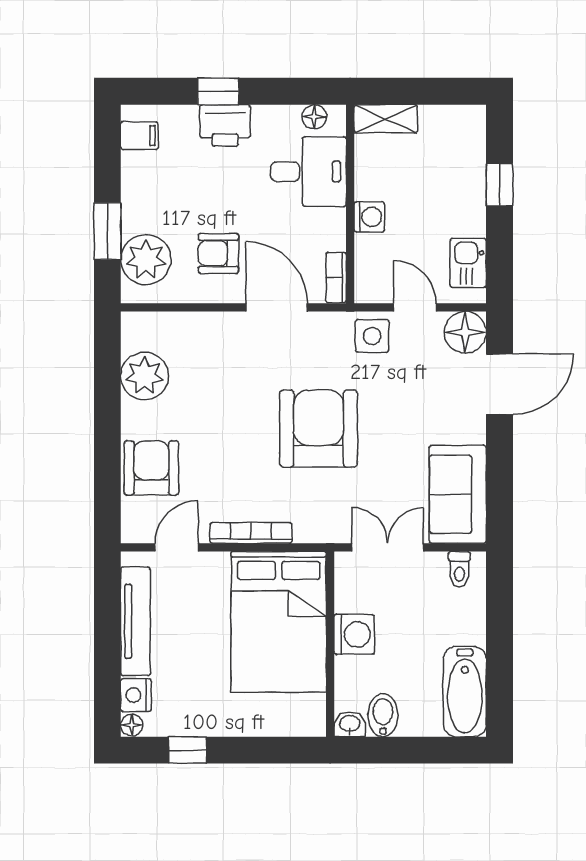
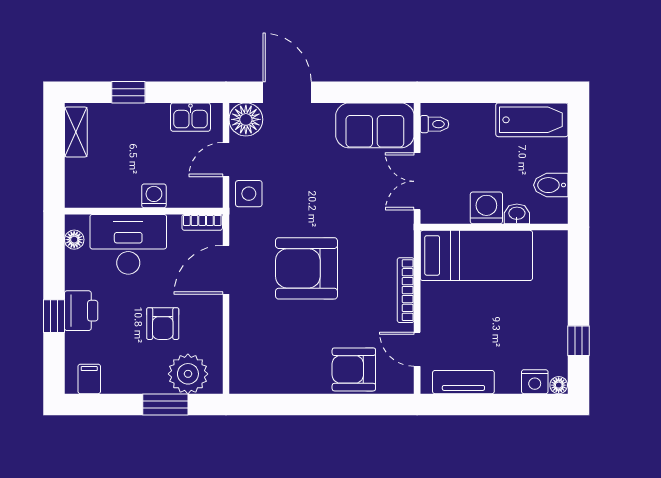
shelving: (386, 119) -> (76, 132), moved
desk: (308, 172) -> (128, 244), width x1.37
armchair: (218, 253) -> (163, 324), moved
plant: (145, 376) -> (281, 375), removed
armchair: (319, 429) -> (306, 268), moved
tv unit: (136, 621) -> (463, 382), width x0.71
bed: (279, 622) -> (476, 255), width x0.67
washbasin: (350, 724) -> (517, 214), moved, turned 90

